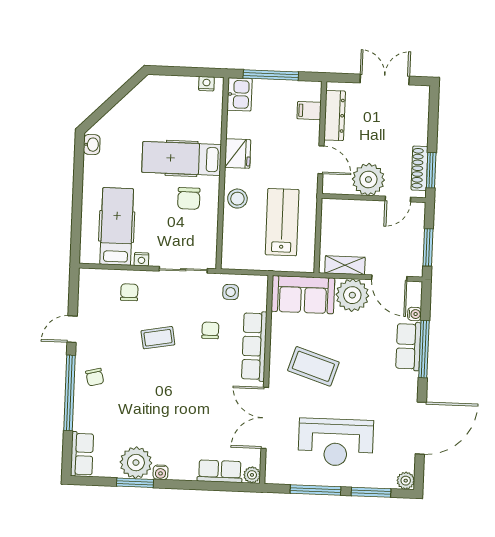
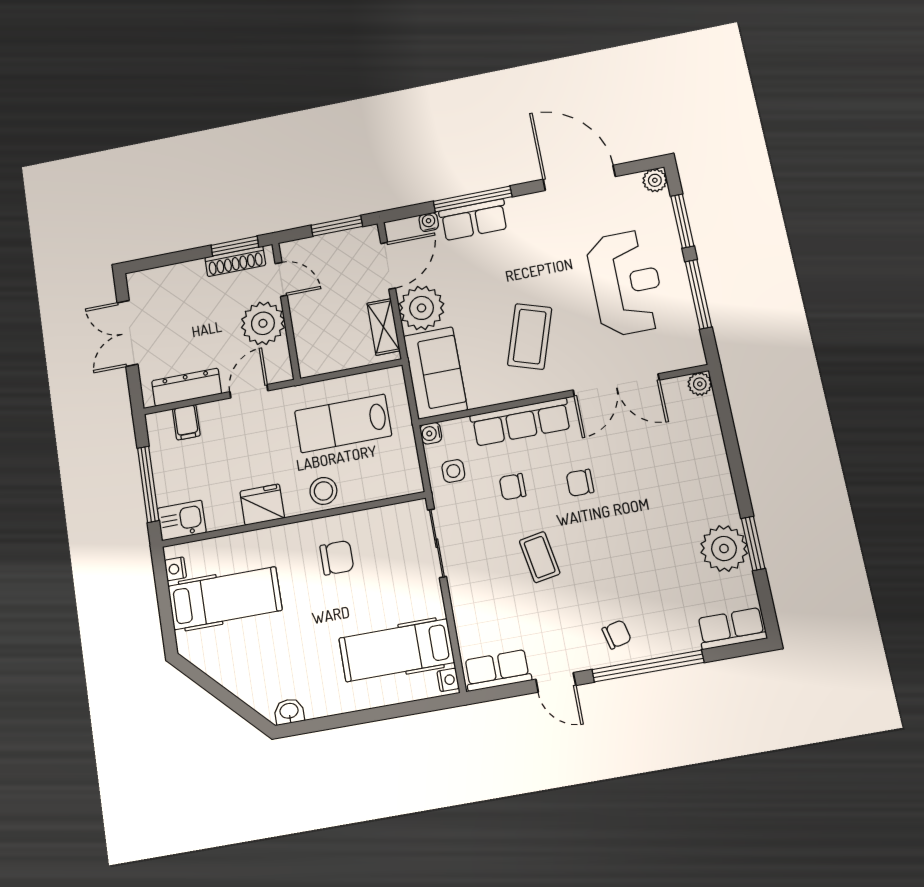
hospital bed: (182, 158) -> (225, 598), moved, turned -90
nightstand: (141, 259) -> (448, 680), moved
chair: (129, 292) -> (580, 483), moved
row of seats: (220, 471) -> (497, 670), moved, turned 90
water cooler: (161, 472) -> (431, 433), moved, turned 180

